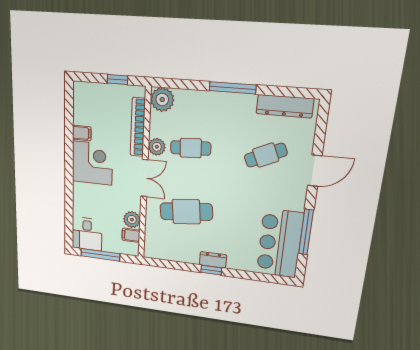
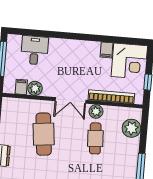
plant: (162, 100) -> (131, 128), moved
corner desk: (92, 163) -> (129, 61), moved
desk: (87, 234) -> (35, 50), moved, turned 90

